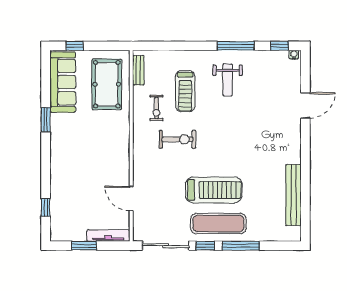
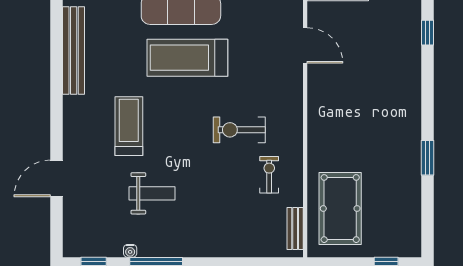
water cooler: (294, 55) -> (130, 251), moved
weight bench: (228, 80) -> (152, 193), moved, turned 90
sofa: (63, 82) -> (403, 212), removed
treadmill: (185, 91) -> (129, 126), moved

